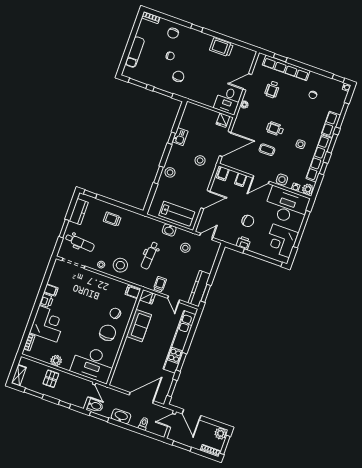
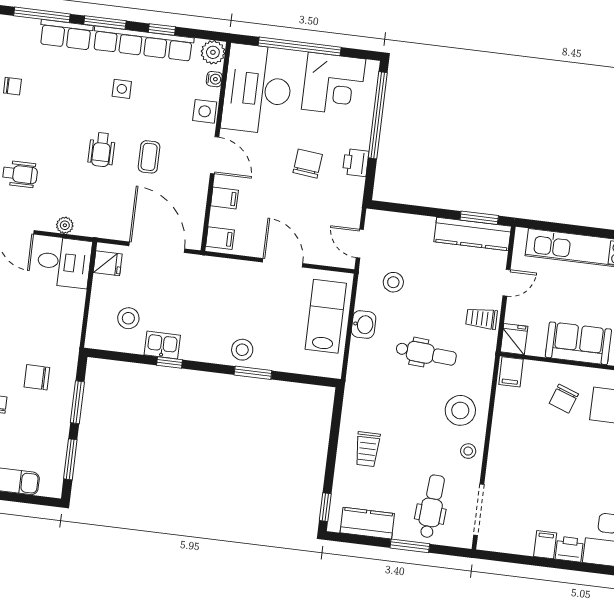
stool: (200, 160) -> (128, 318), moved

